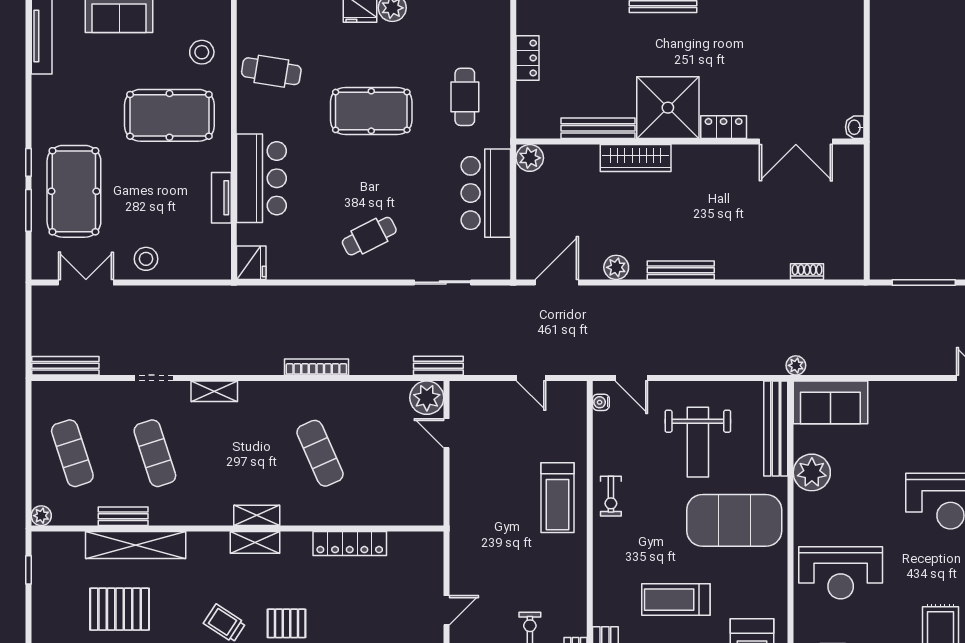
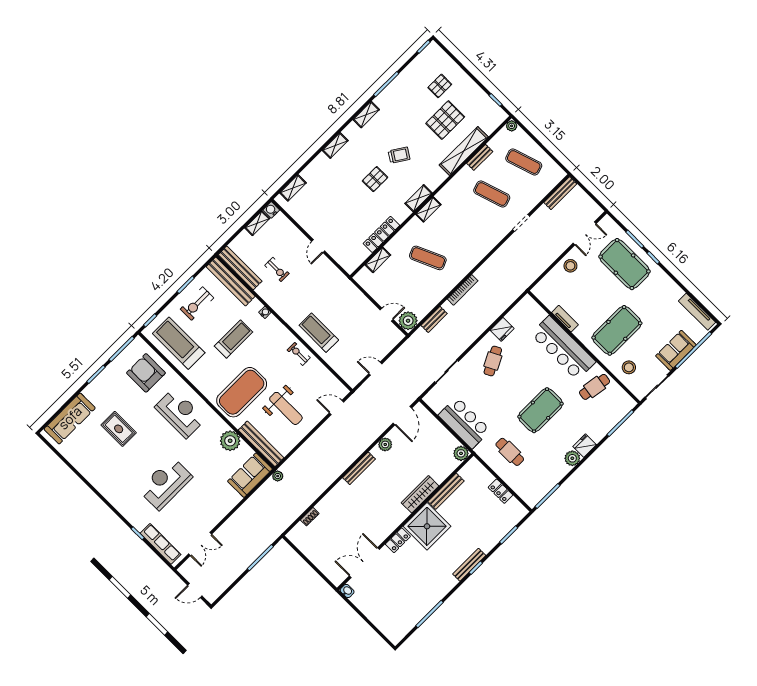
bar counter: (261, 178) -> (563, 348), width x1.36
fridge: (251, 263) -> (502, 329), moved, turned -90
bench: (438, 366) -> (434, 319), moved
shelving: (214, 391) -> (378, 260), moved
water cooler: (601, 402) -> (265, 312), moved
weight bench: (698, 442) -> (286, 408), turned 180
reception desk: (841, 573) -> (180, 413), turned 90

